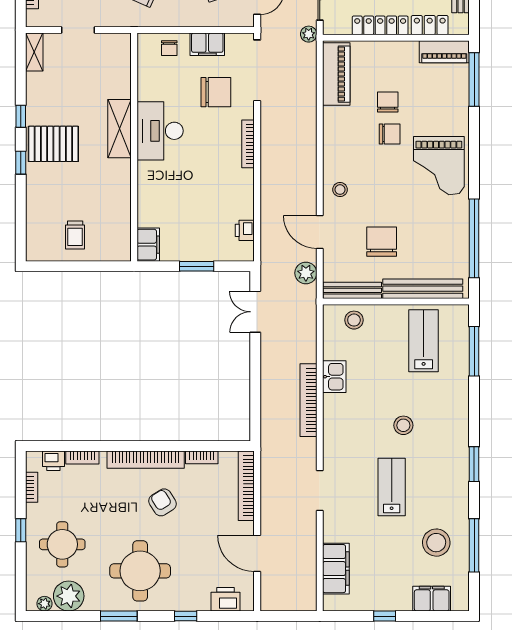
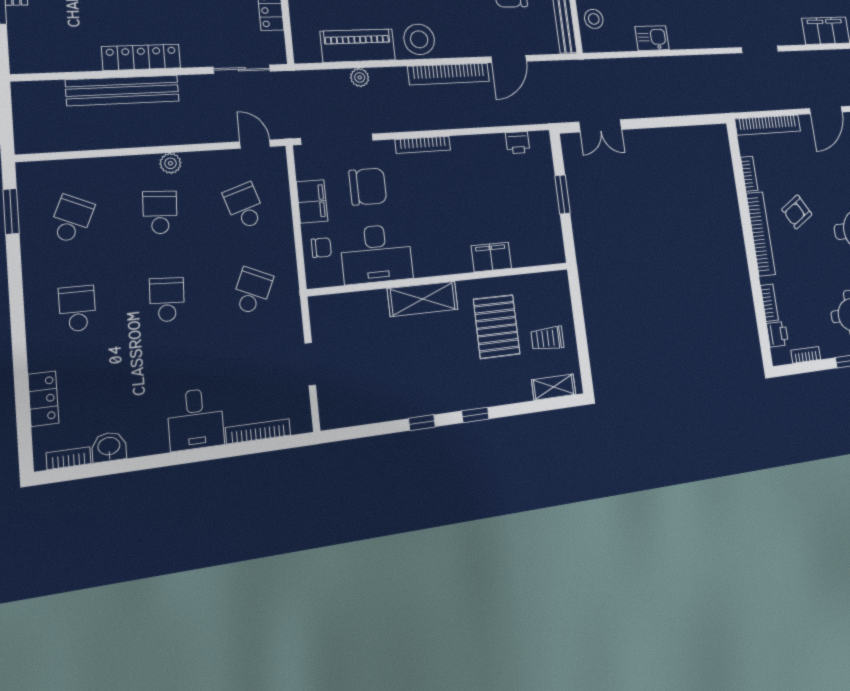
plant: (309, 34) -> (360, 77), moved
shelving: (34, 52) -> (554, 387), moved
piano: (336, 74) -> (358, 46), moved
chair: (216, 92) -> (368, 187), turned 90
desk: (160, 131) -> (376, 254), moved
pallet: (53, 144) -> (497, 327), moved
stool: (340, 190) -> (419, 39), moved, width x1.89, depth x1.89
trolley: (75, 235) -> (547, 338), turned 180
filing cabinet: (148, 245) -> (491, 257), moved
plant: (306, 273) -> (553, 72), removed
bookcase: (308, 400) -> (449, 74), moved

